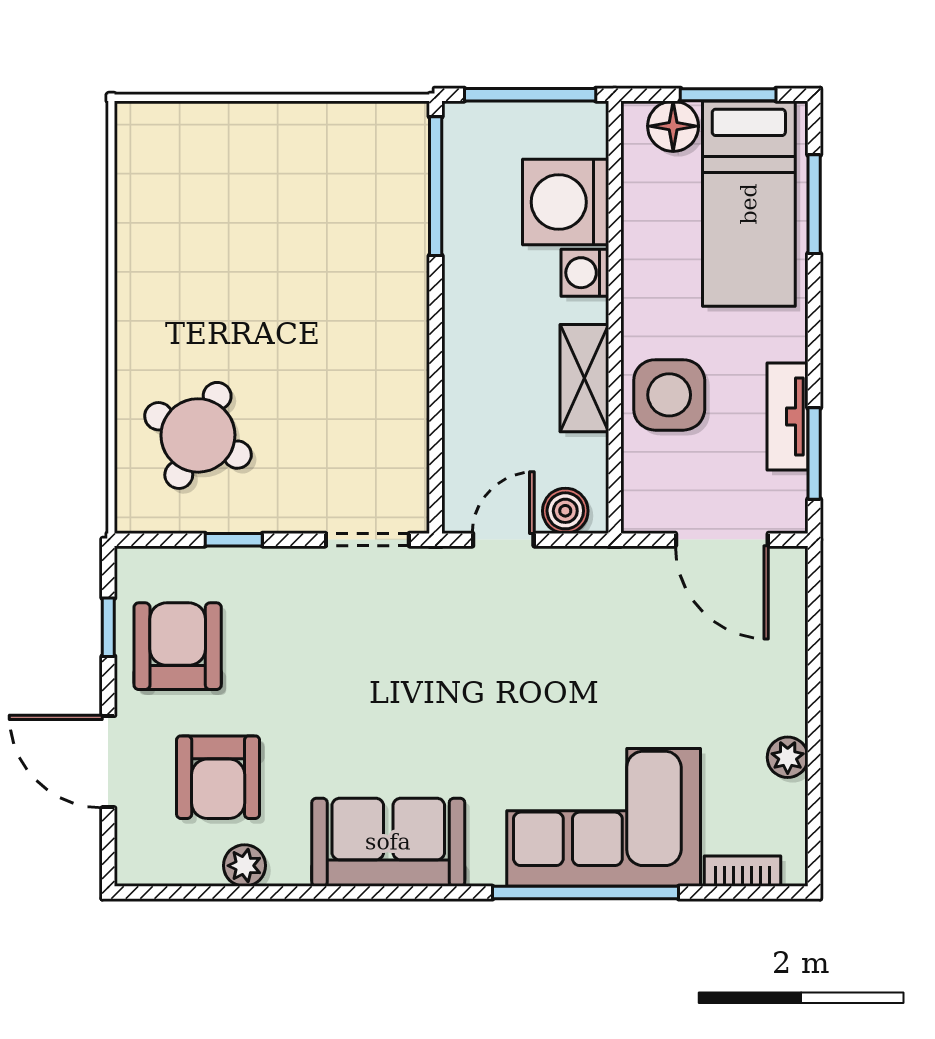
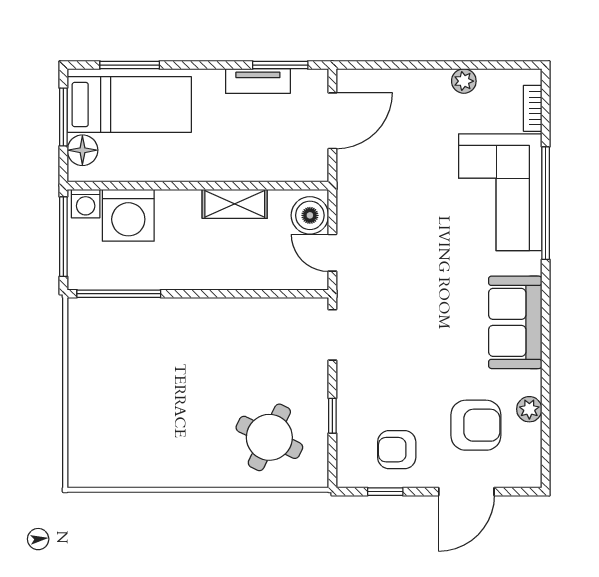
washing machine: (585, 273) -> (86, 204), moved
side table: (669, 395) -> (245, 153), removed
boiler: (565, 511) -> (310, 215), width x1.36, depth x1.36
armchair: (178, 646) -> (397, 450), width x0.72, depth x0.72

